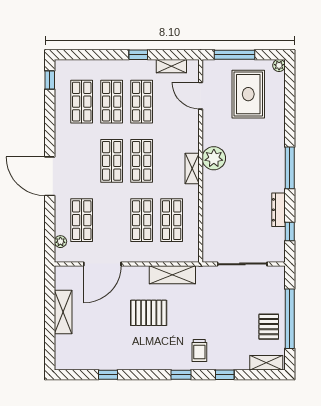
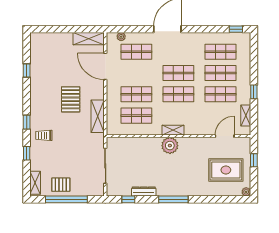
window: (234, 55) -> (254, 160), width x0.46
plant: (214, 158) -> (170, 146), moved
shelving: (63, 312) -> (89, 39), moved

